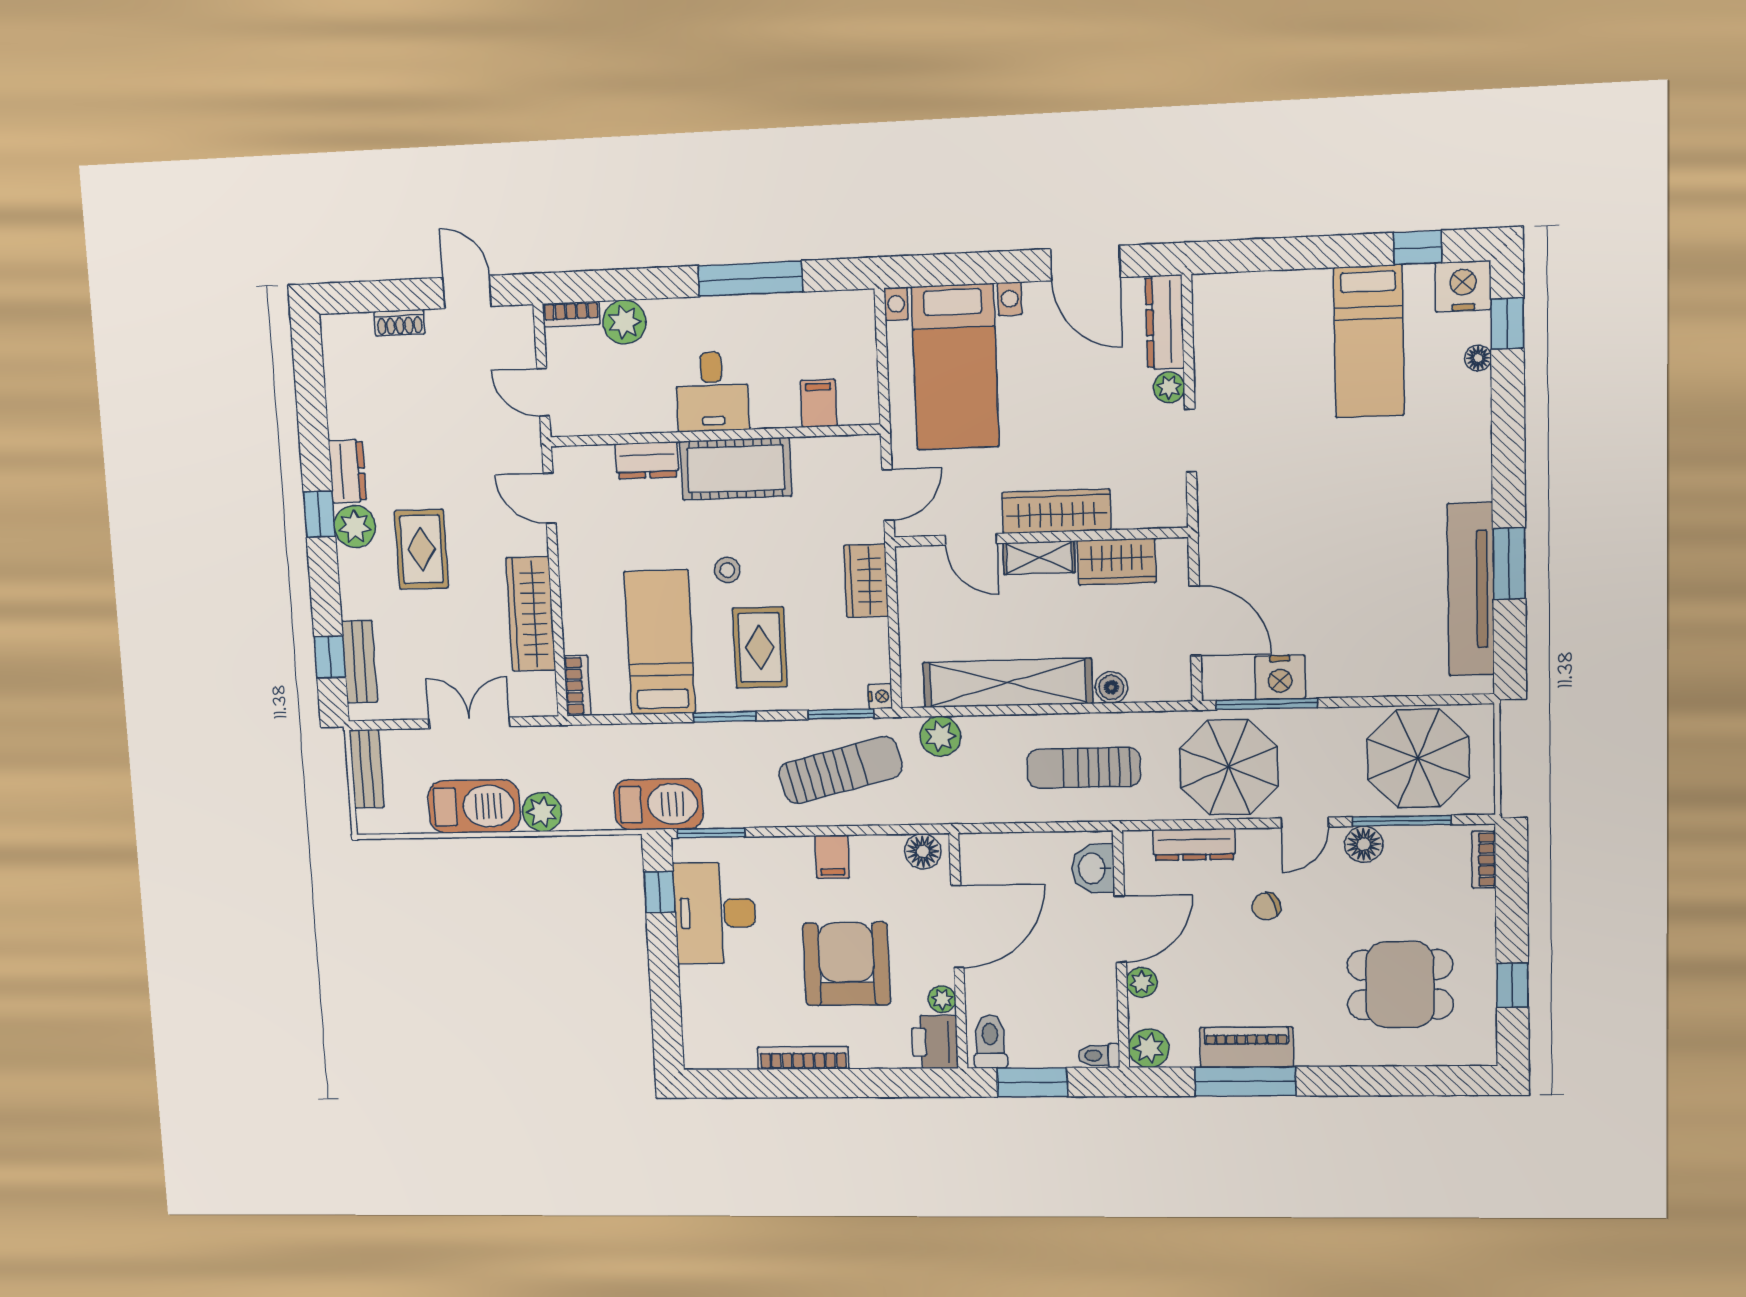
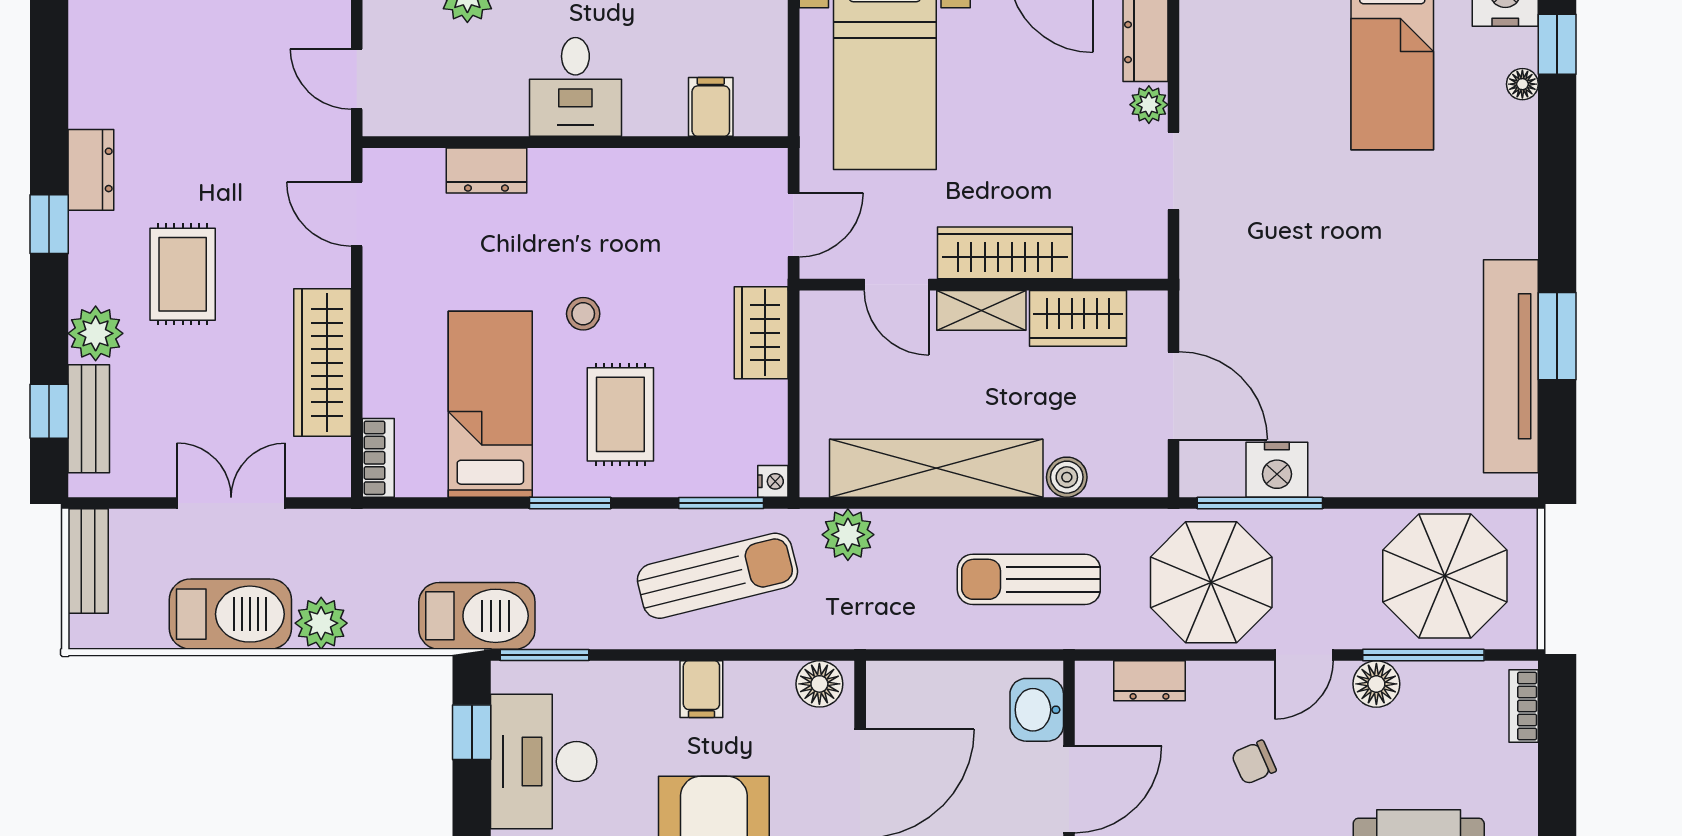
cot: (736, 469) -> (601, 185), removed
plant: (355, 526) -> (96, 333), moved
dresser: (1194, 844) -> (1149, 681), width x0.70

